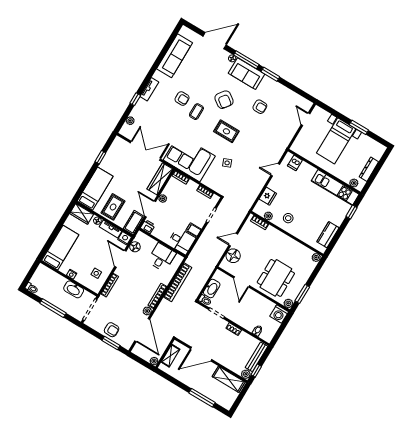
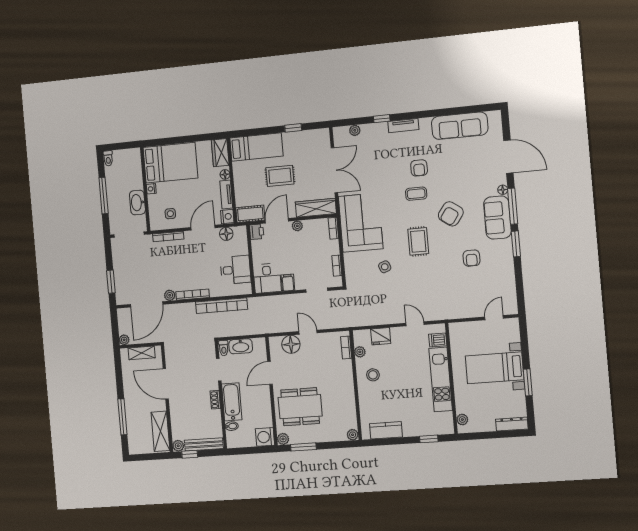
dresser: (369, 169) -> (512, 424), moved
kitchen unit: (335, 188) -> (441, 379), moved
rug: (113, 207) -> (280, 176), moved
bed: (60, 248) -> (170, 163), width x1.50
bathtub: (242, 319) -> (232, 402), added
armchair: (112, 330) -> (125, 272), removed

